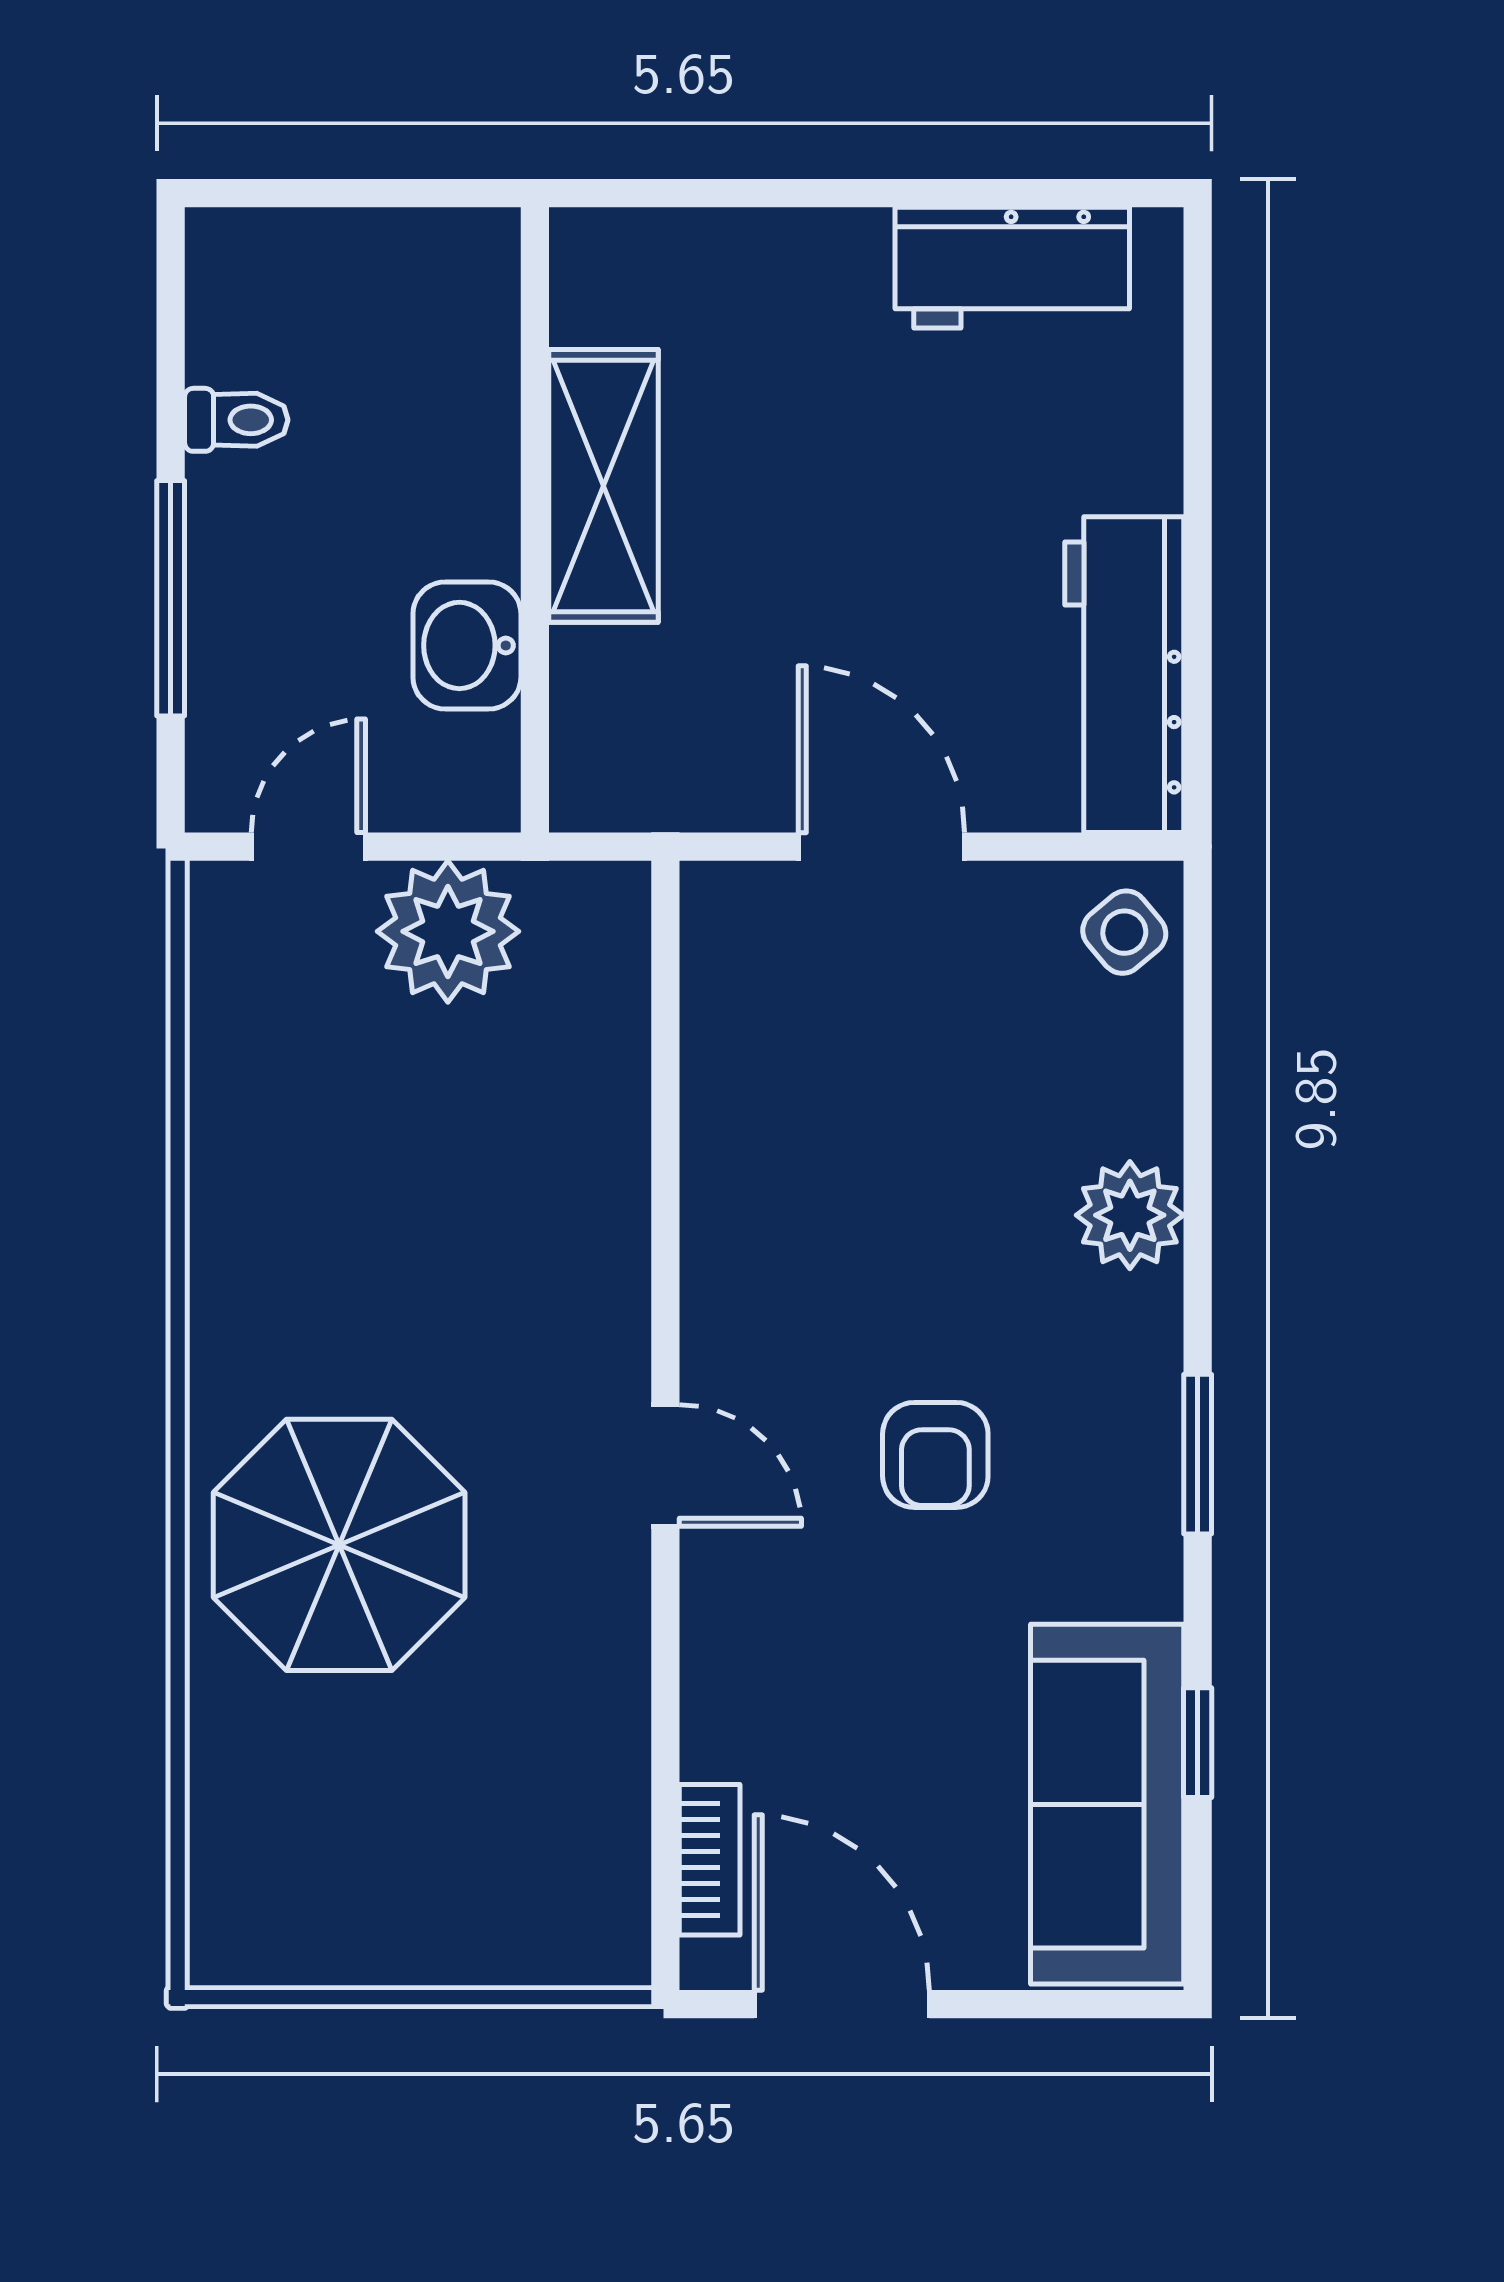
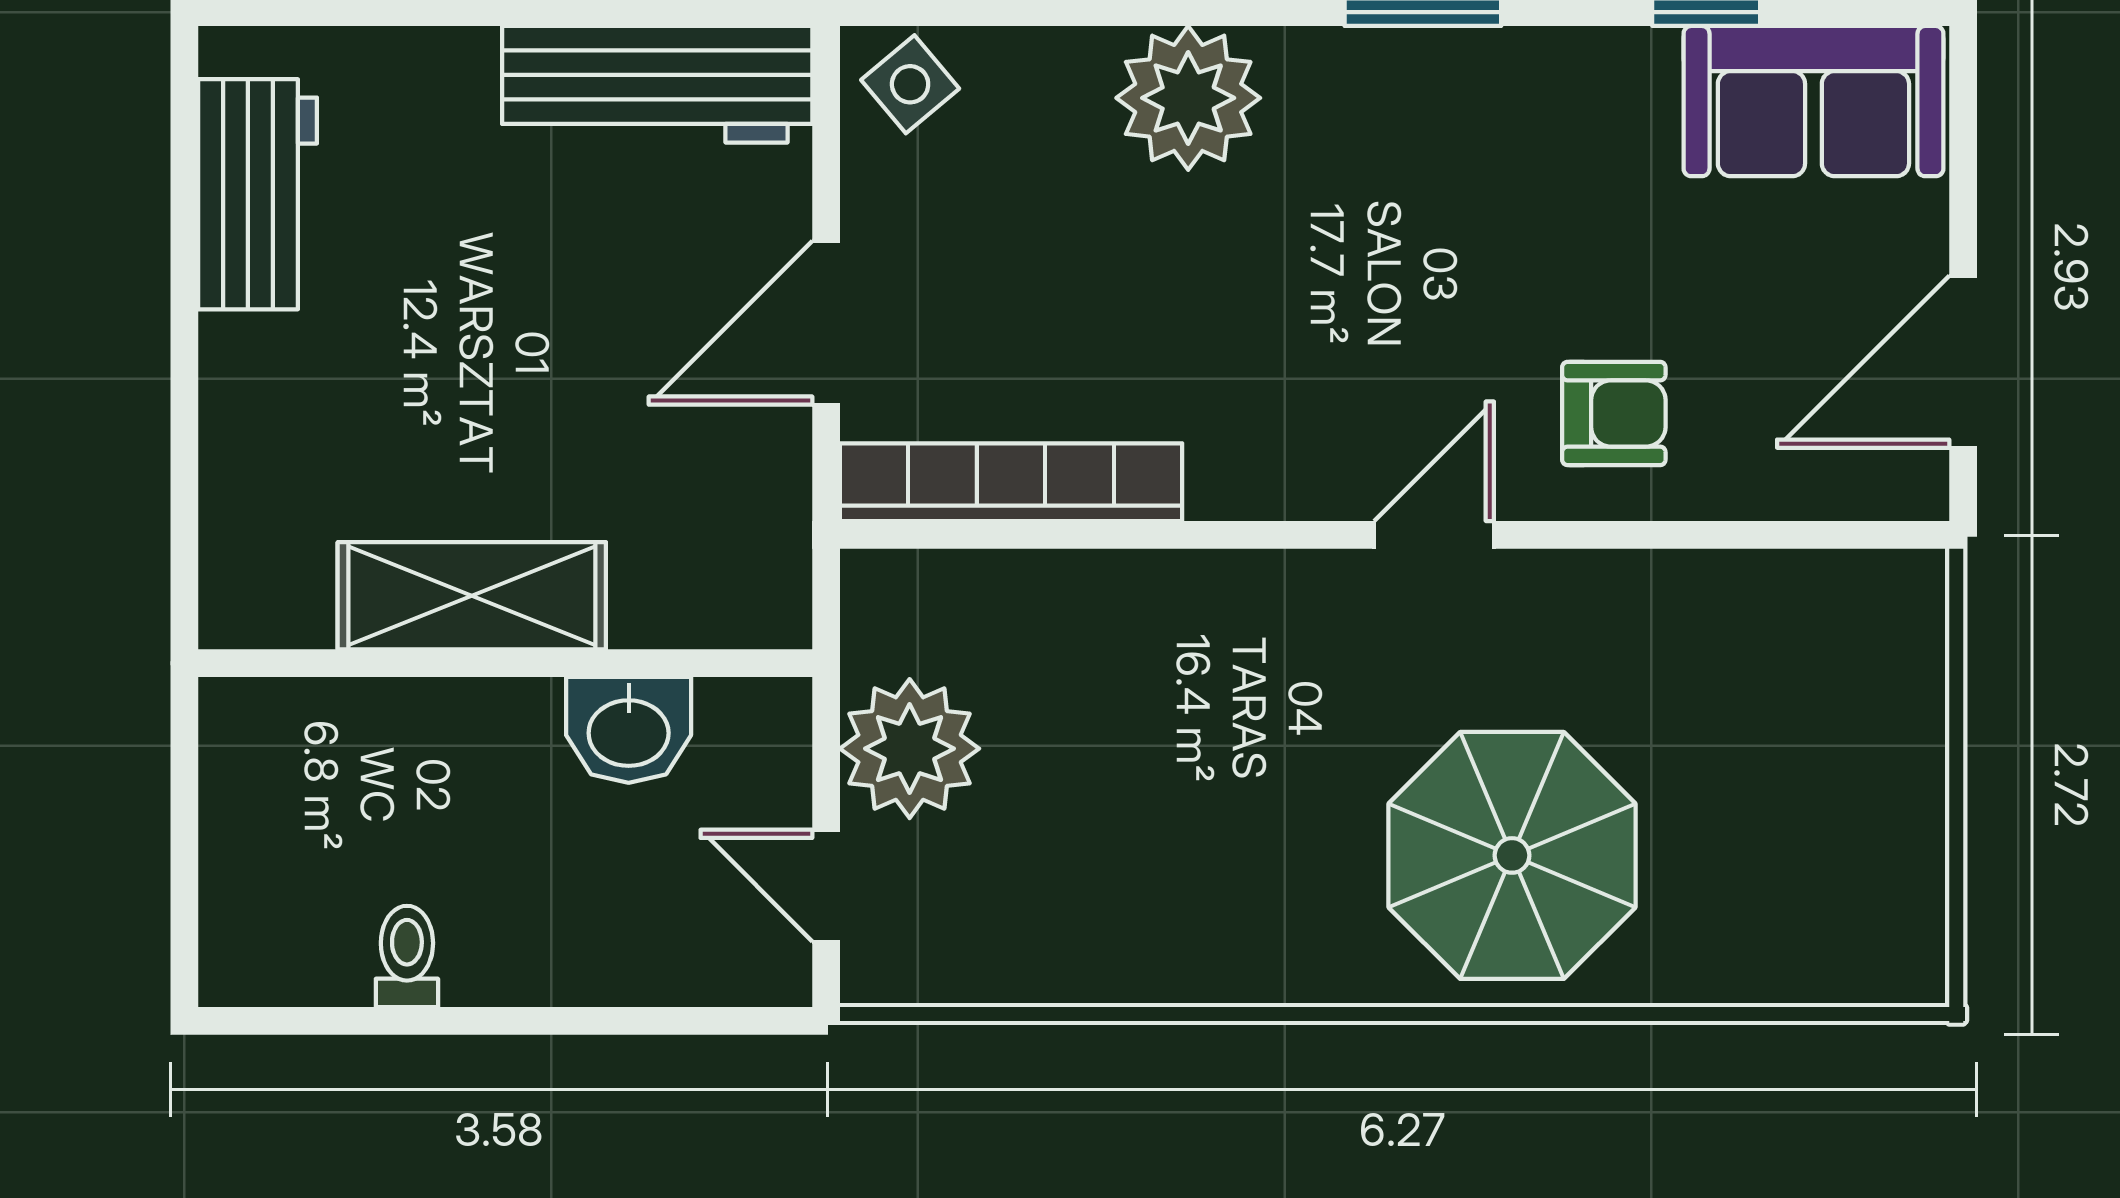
window: (171, 598) -> (582, 1021), removed
plant: (1130, 1215) -> (1188, 98), width x1.36, depth x1.36
armchair: (935, 1455) -> (1614, 413), moved
sofa: (1107, 1804) -> (1813, 101), width x0.73
bookcase: (710, 1860) -> (1011, 482), moved, width x2.31, depth x1.31

